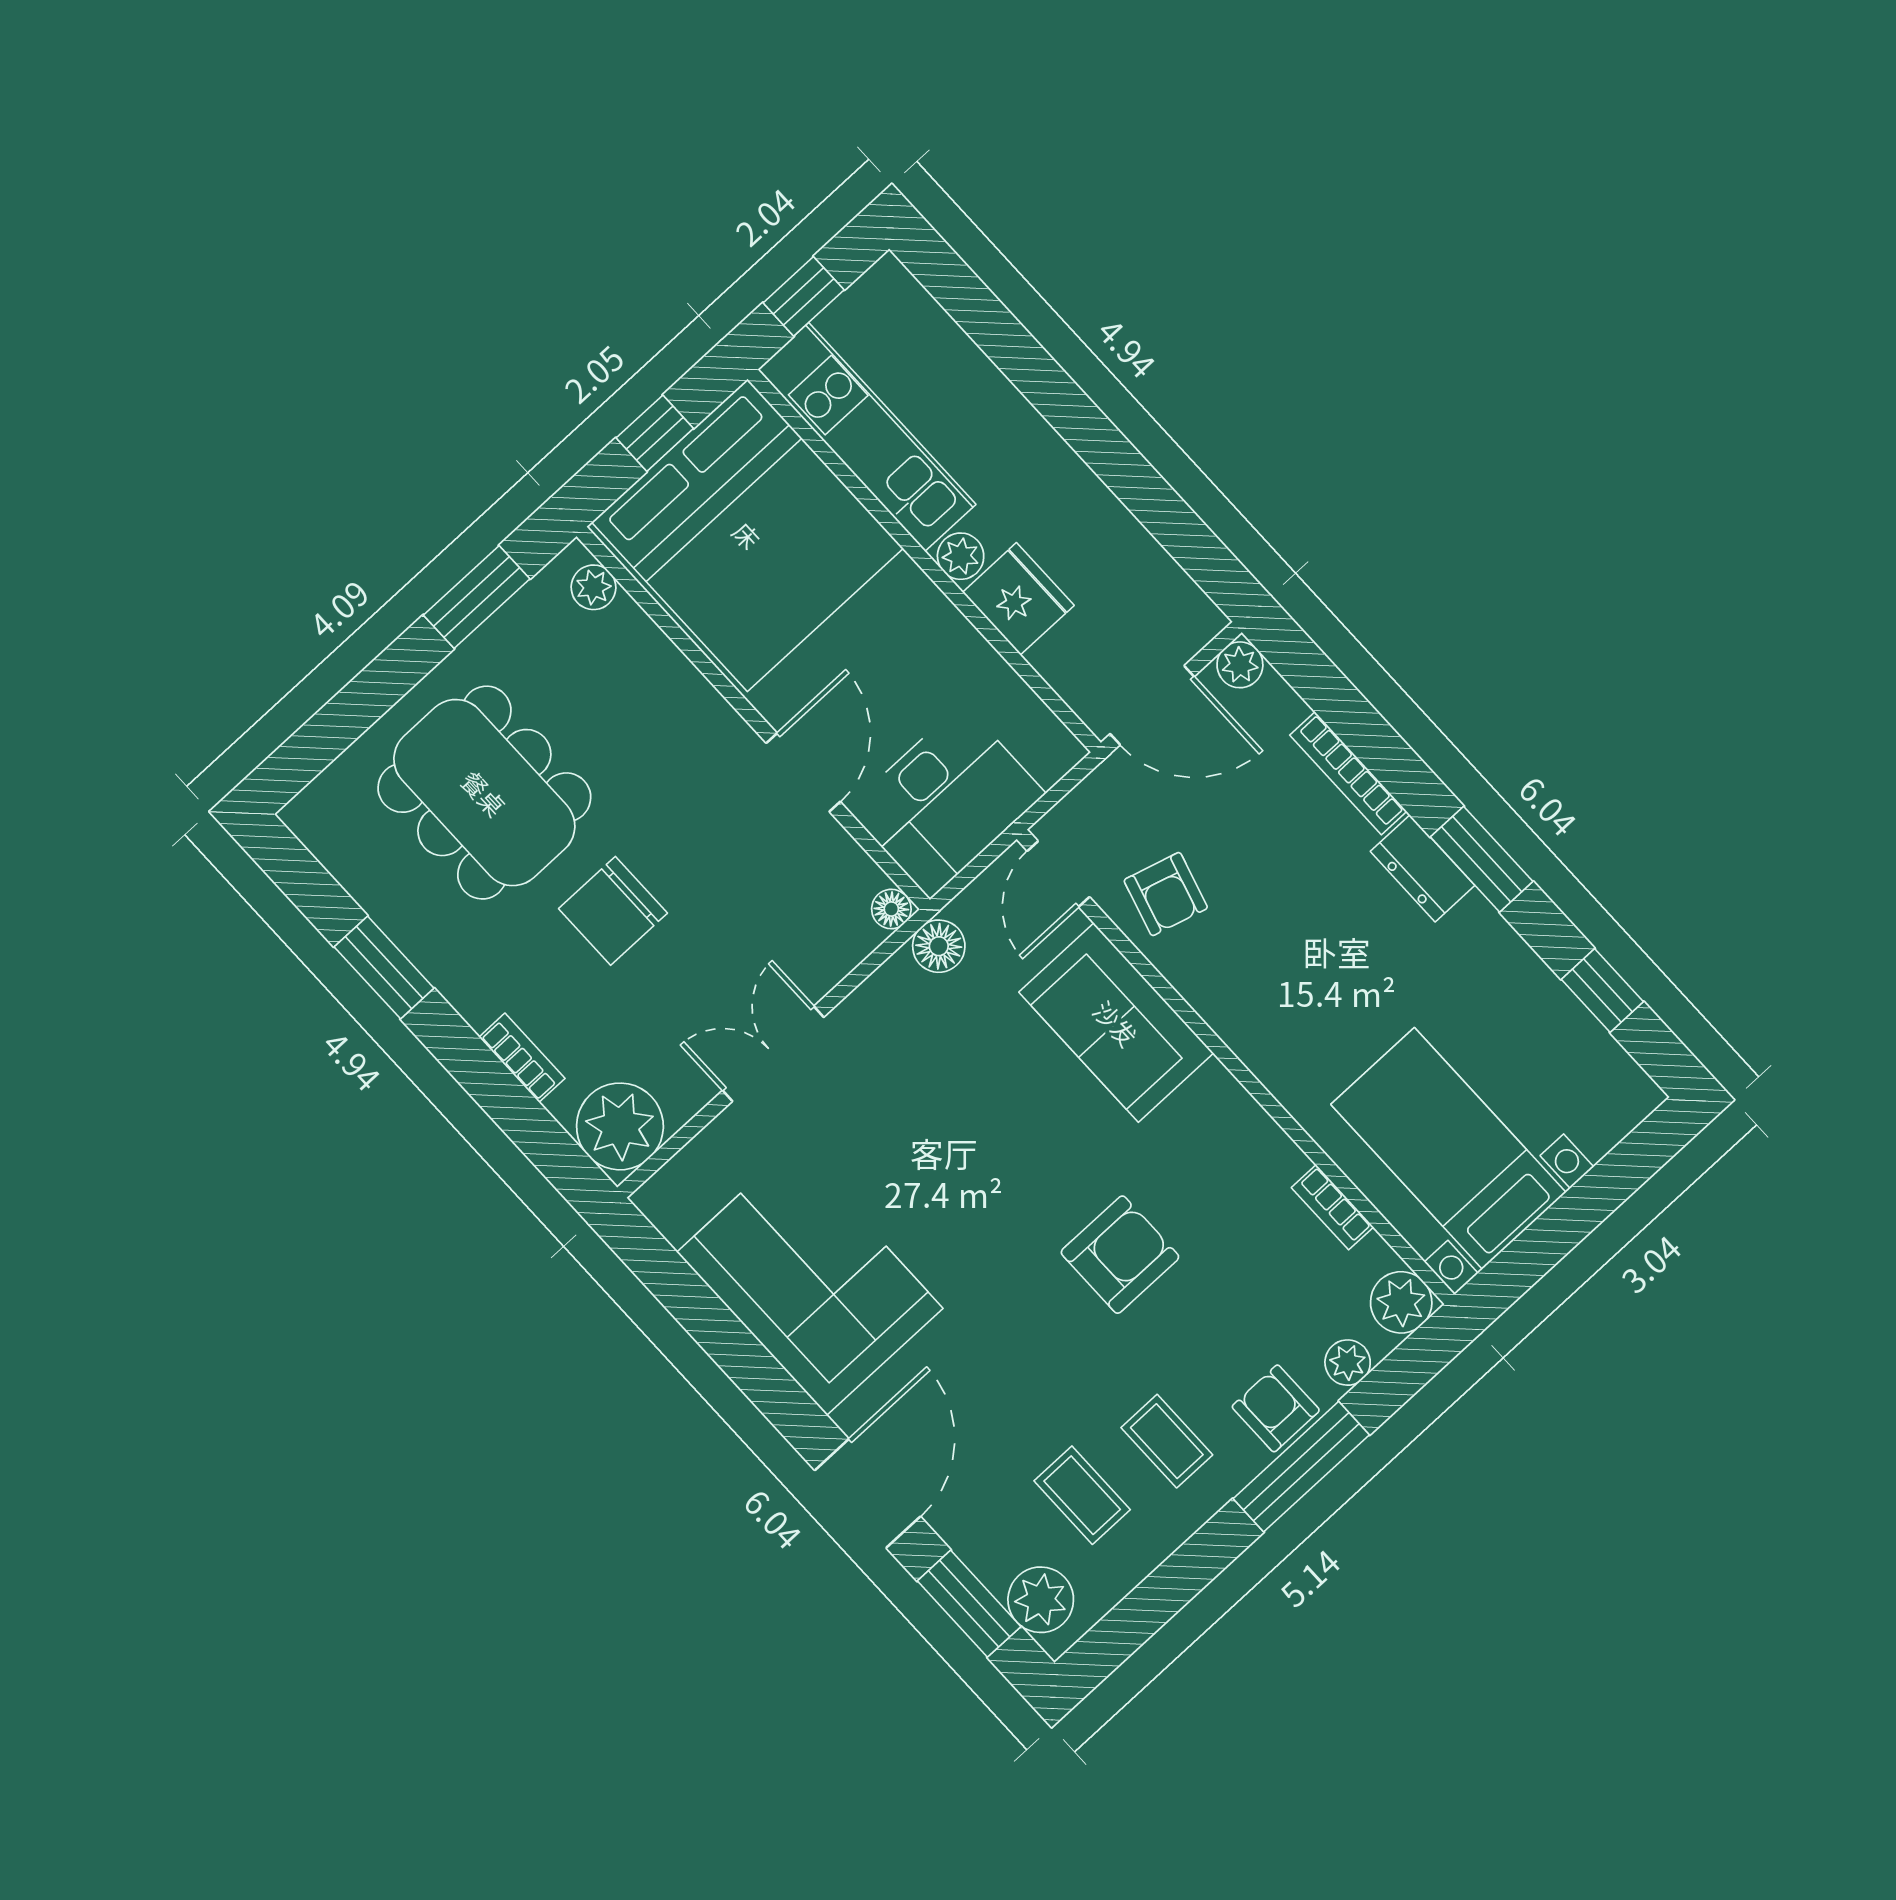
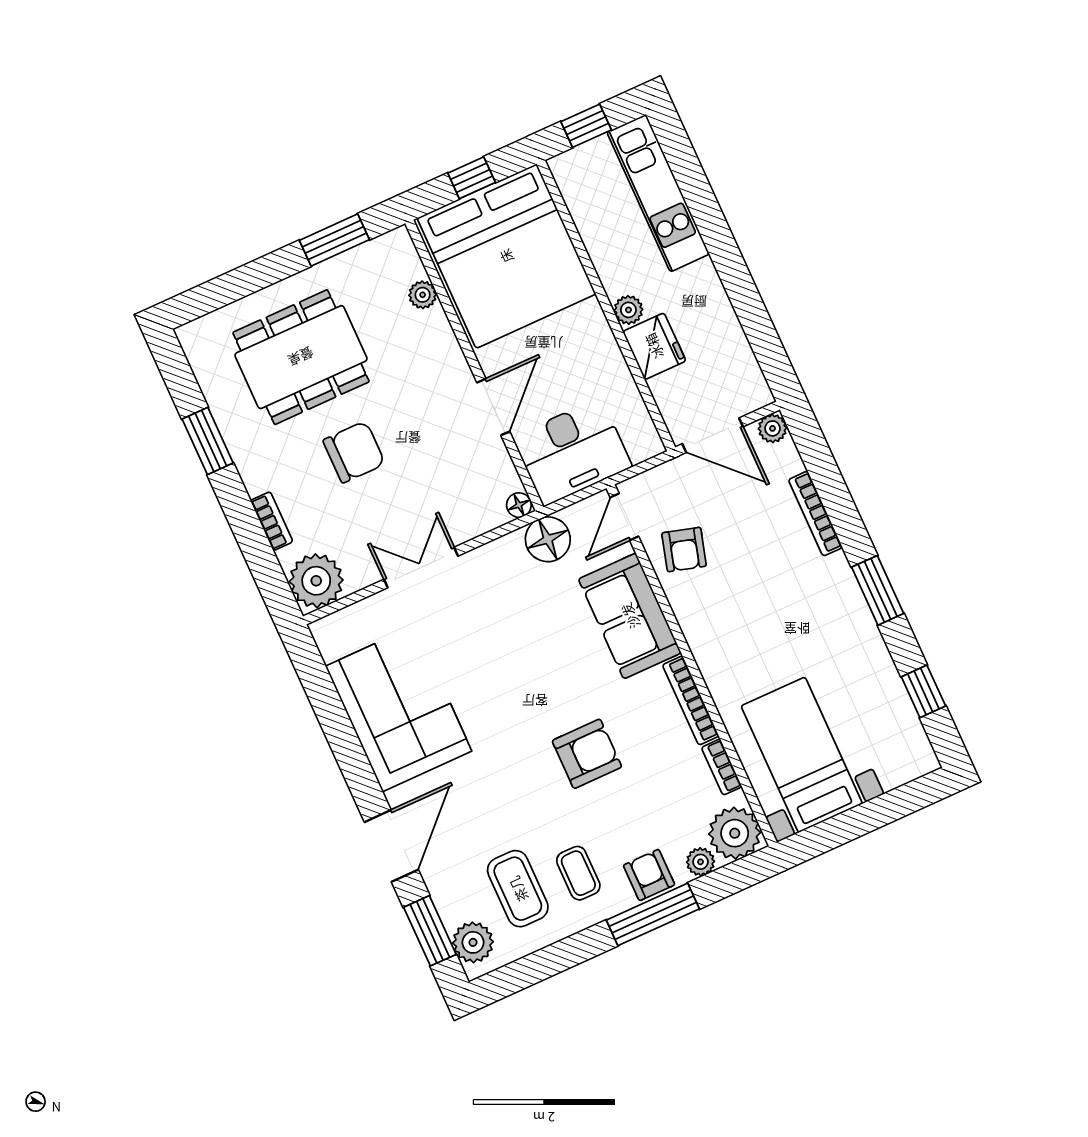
kitchen unit: (867, 437) -> (658, 193), moved, turned 180
plant: (593, 587) -> (423, 295), moved
dining table: (484, 793) -> (301, 357), turned 90
dresser: (1423, 868) -> (841, 584), removed
chair: (613, 911) -> (354, 452), turned 180
floor lamp: (939, 946) -> (548, 539), width x1.38, depth x1.38
bookcase: (1252, 1121) -> (691, 700), added
plant: (1401, 1302) -> (735, 833), width x1.36, depth x1.36
coffee table: (1082, 1495) -> (518, 889), width x1.36, depth x1.30

